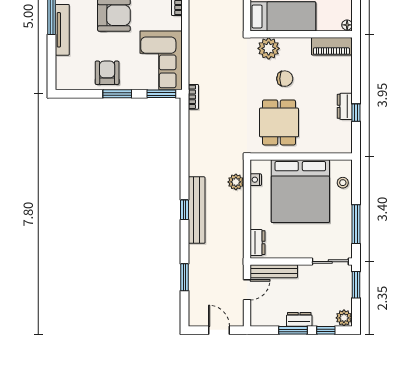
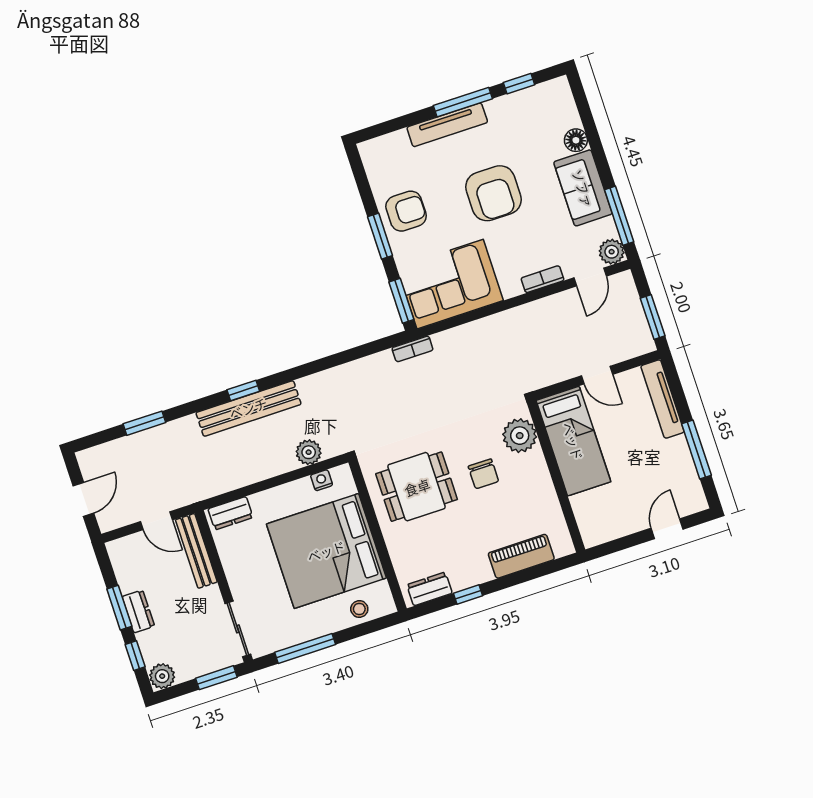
floor lamp: (347, 25) -> (592, 539), removed
piano: (331, 46) -> (521, 556), moved, turned 90
dresser: (345, 106) -> (429, 589), moved

